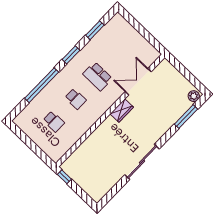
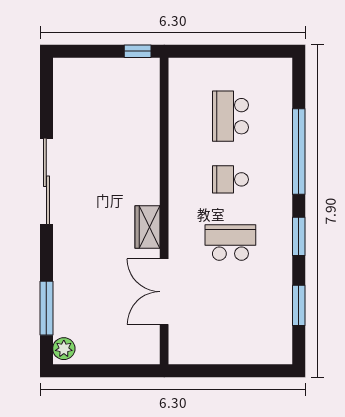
double door: (138, 82) -> (164, 292), swing flipped
school desk: (54, 121) -> (230, 116), width x1.85

